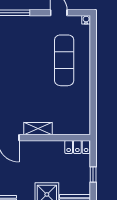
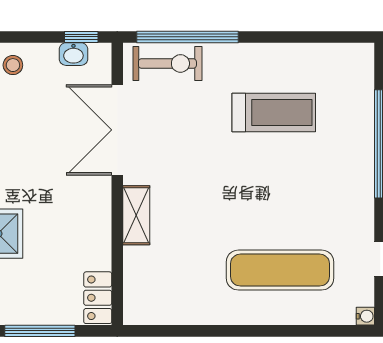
window: (93, 174) -> (40, 331), width x2.17

